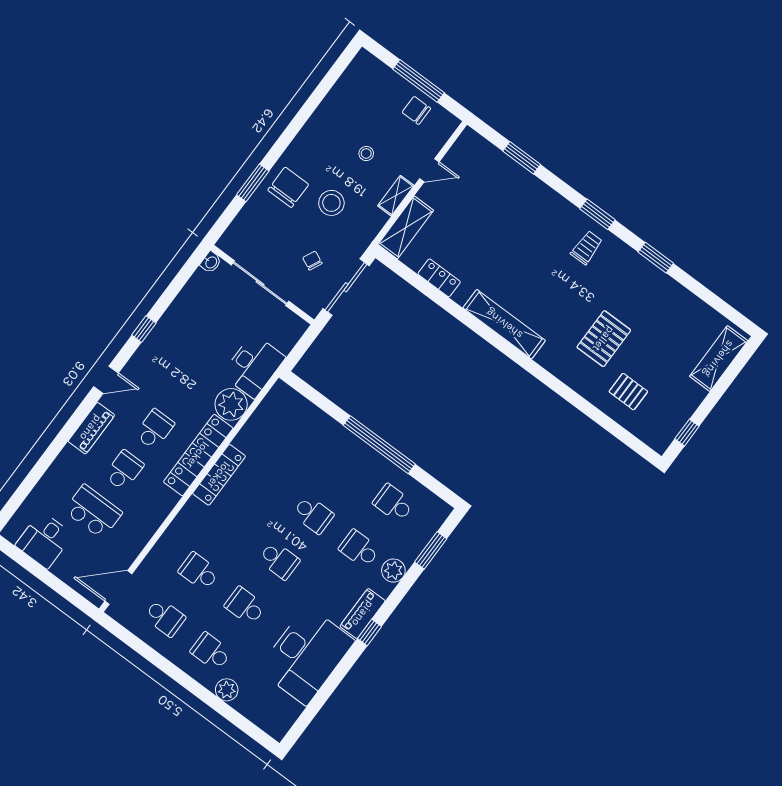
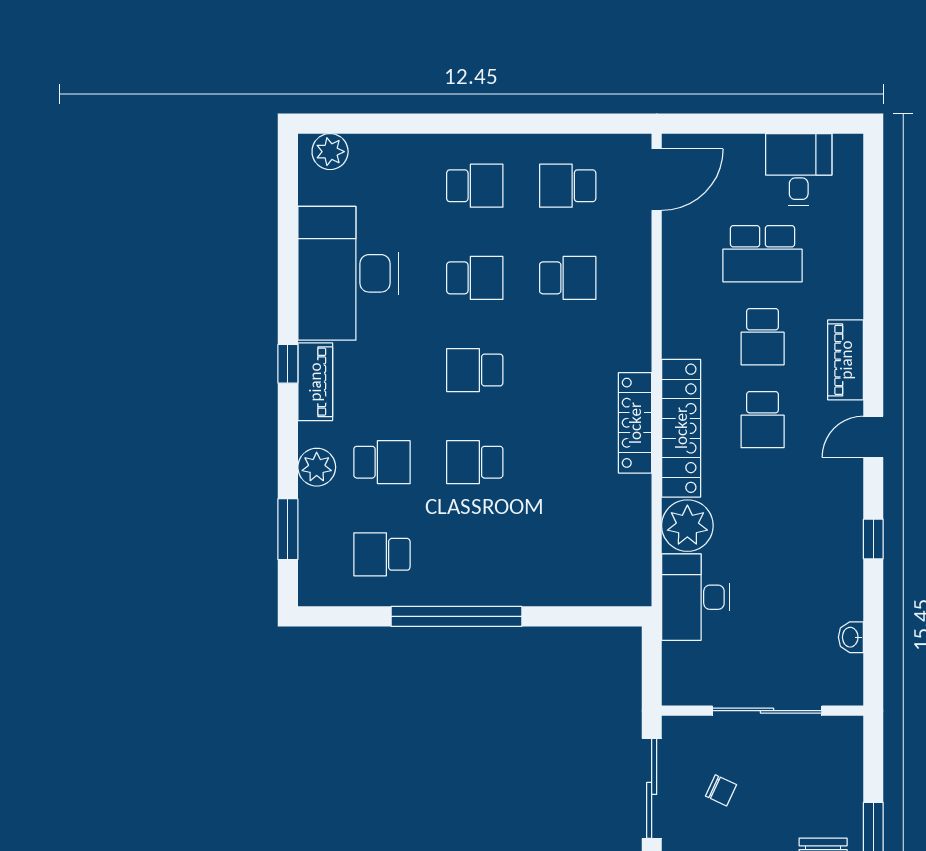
washbasin: (211, 262) -> (851, 637), moved
school desk: (393, 503) -> (382, 554), turned 180
plant: (227, 690) -> (330, 152), moved

